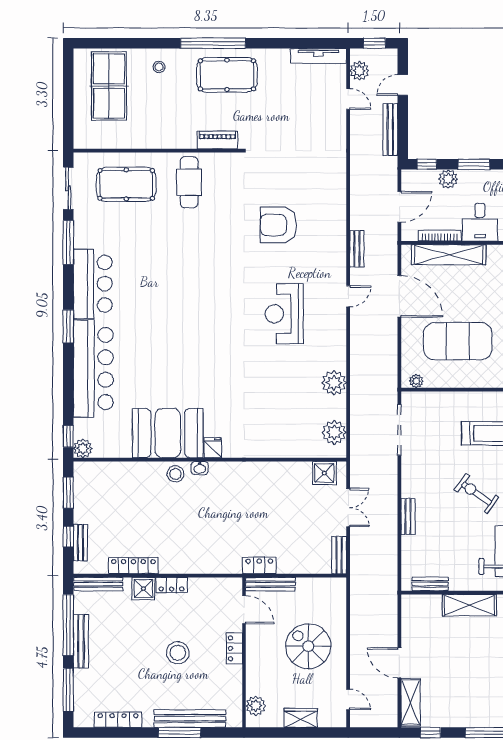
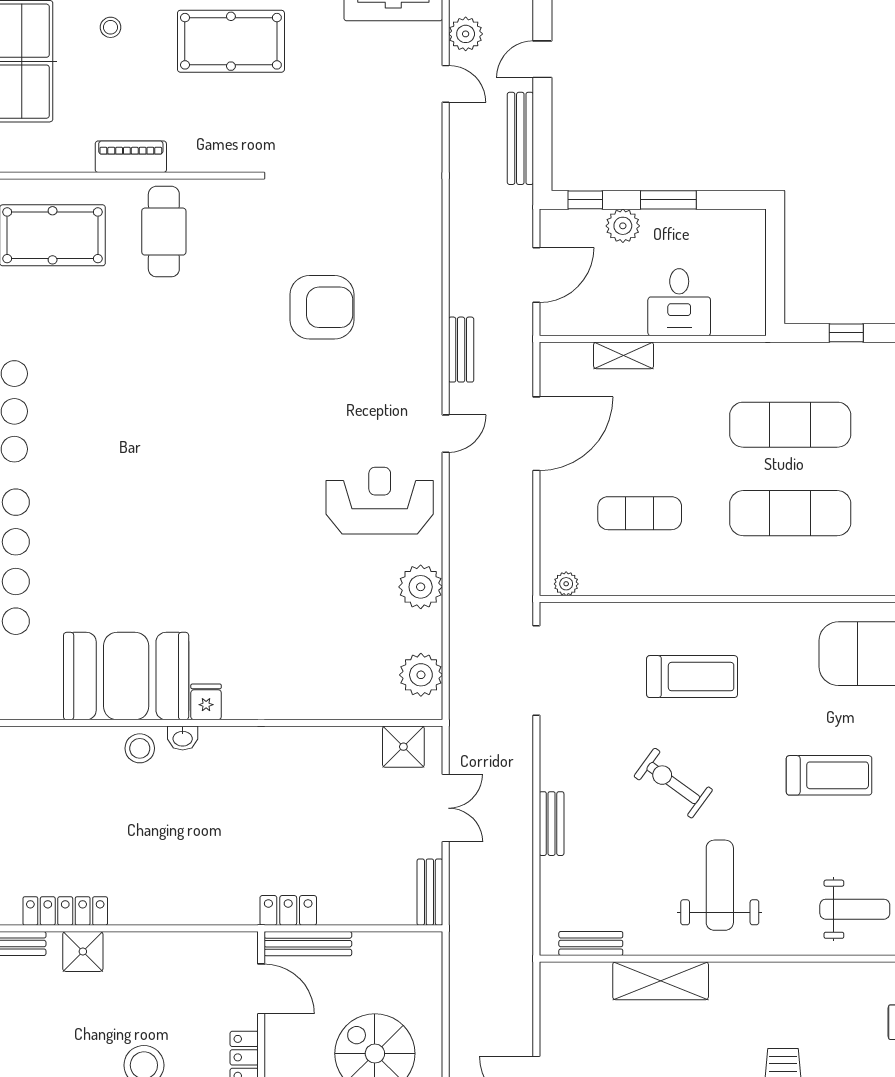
piano: (217, 140) -> (131, 157), moved
armchair: (278, 225) -> (322, 307), turned 180
bookcase: (440, 236) -> (608, 326), removed
shelving: (449, 255) -> (624, 355), width x0.45, depth x0.75
door: (399, 296) -> (536, 434), hinge flipped
reception desk: (284, 314) -> (380, 501), moved, turned 90
exercise mat: (458, 341) -> (640, 513), width x0.50, depth x0.69
locker: (172, 585) -> (133, 945), removed

